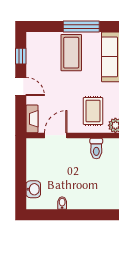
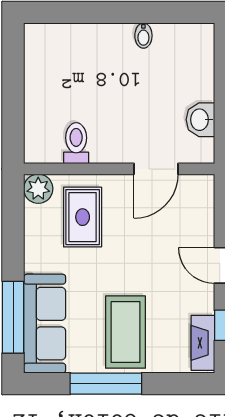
fireplace: (32, 119) -> (203, 343), moved
washbasin: (33, 189) -> (200, 120), moved

